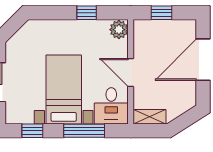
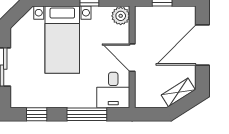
bed with nightstands: (64, 89) -> (62, 40), moved, turned 180
shelving: (150, 117) -> (178, 92), moved, turned -32

